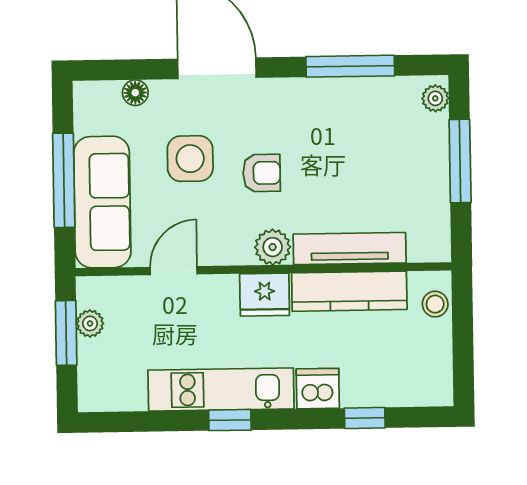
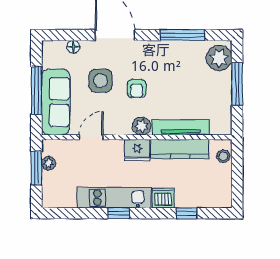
plant: (435, 98) -> (219, 58), width x1.88, depth x1.88
armchair: (262, 173) -> (137, 88), turned 90

